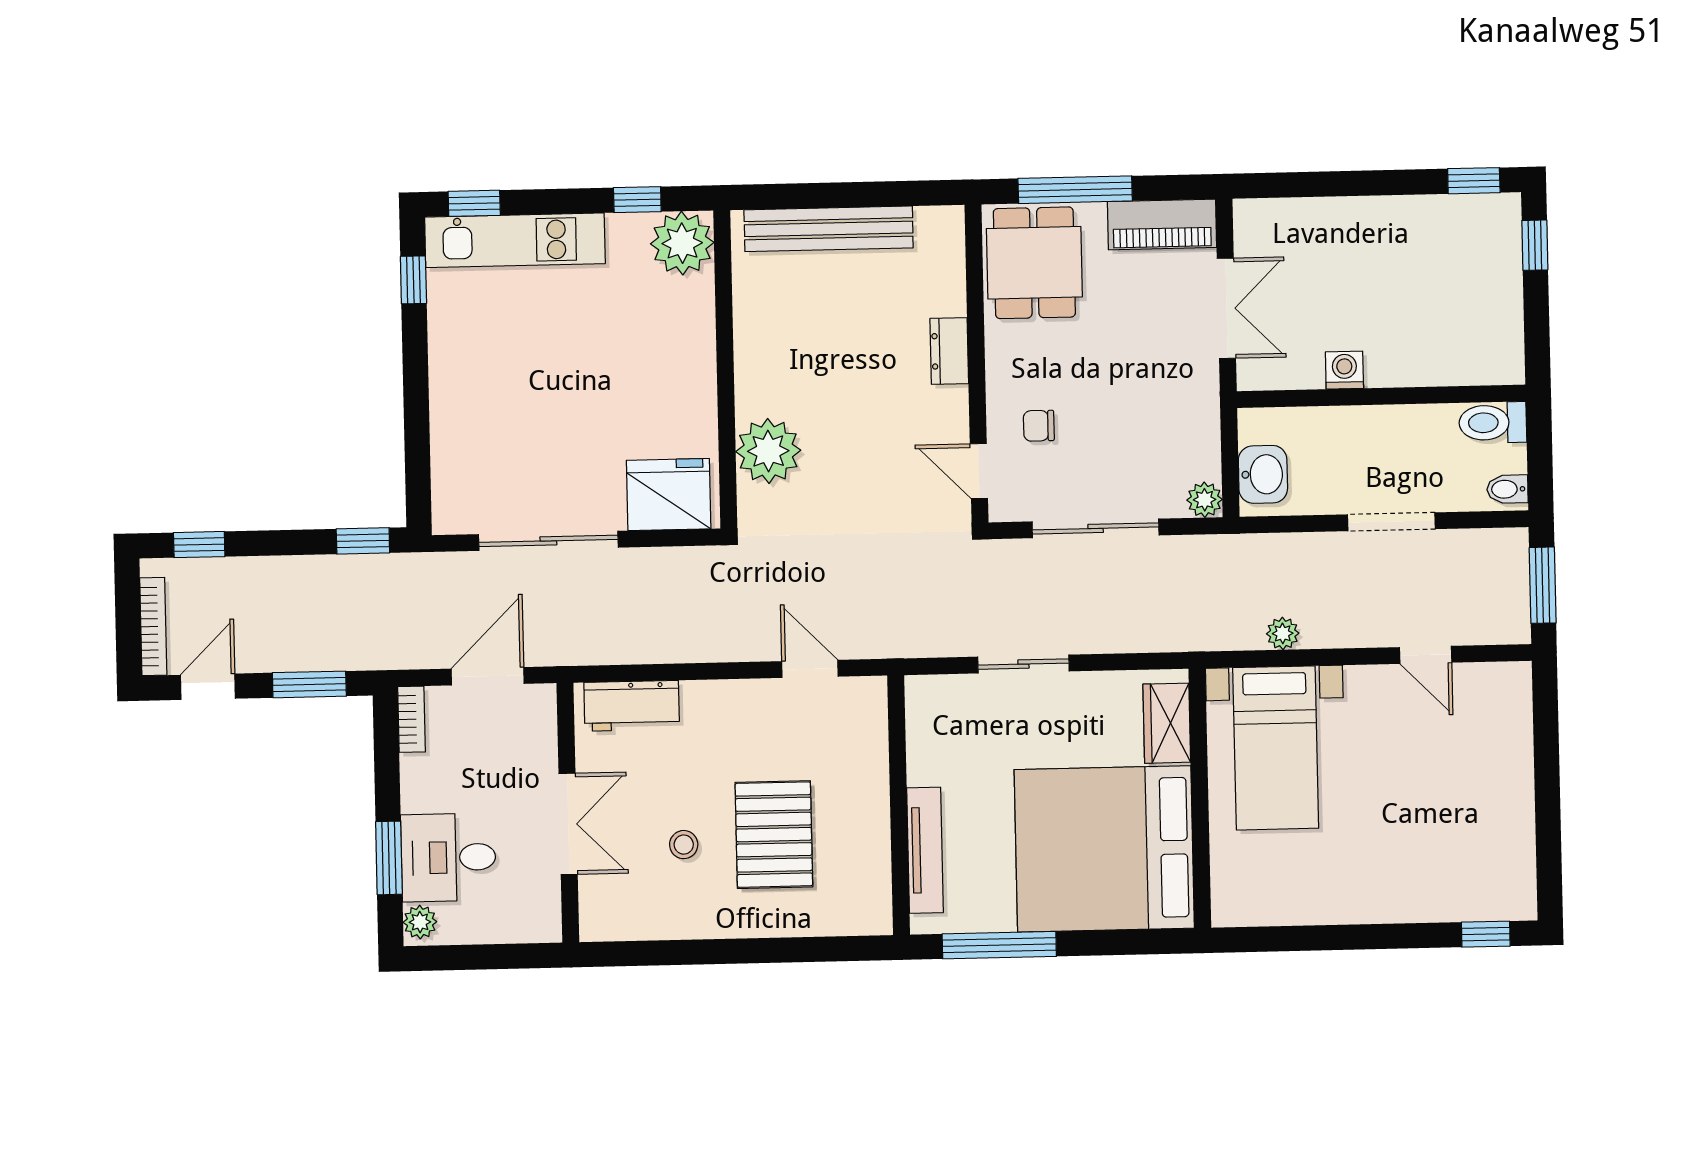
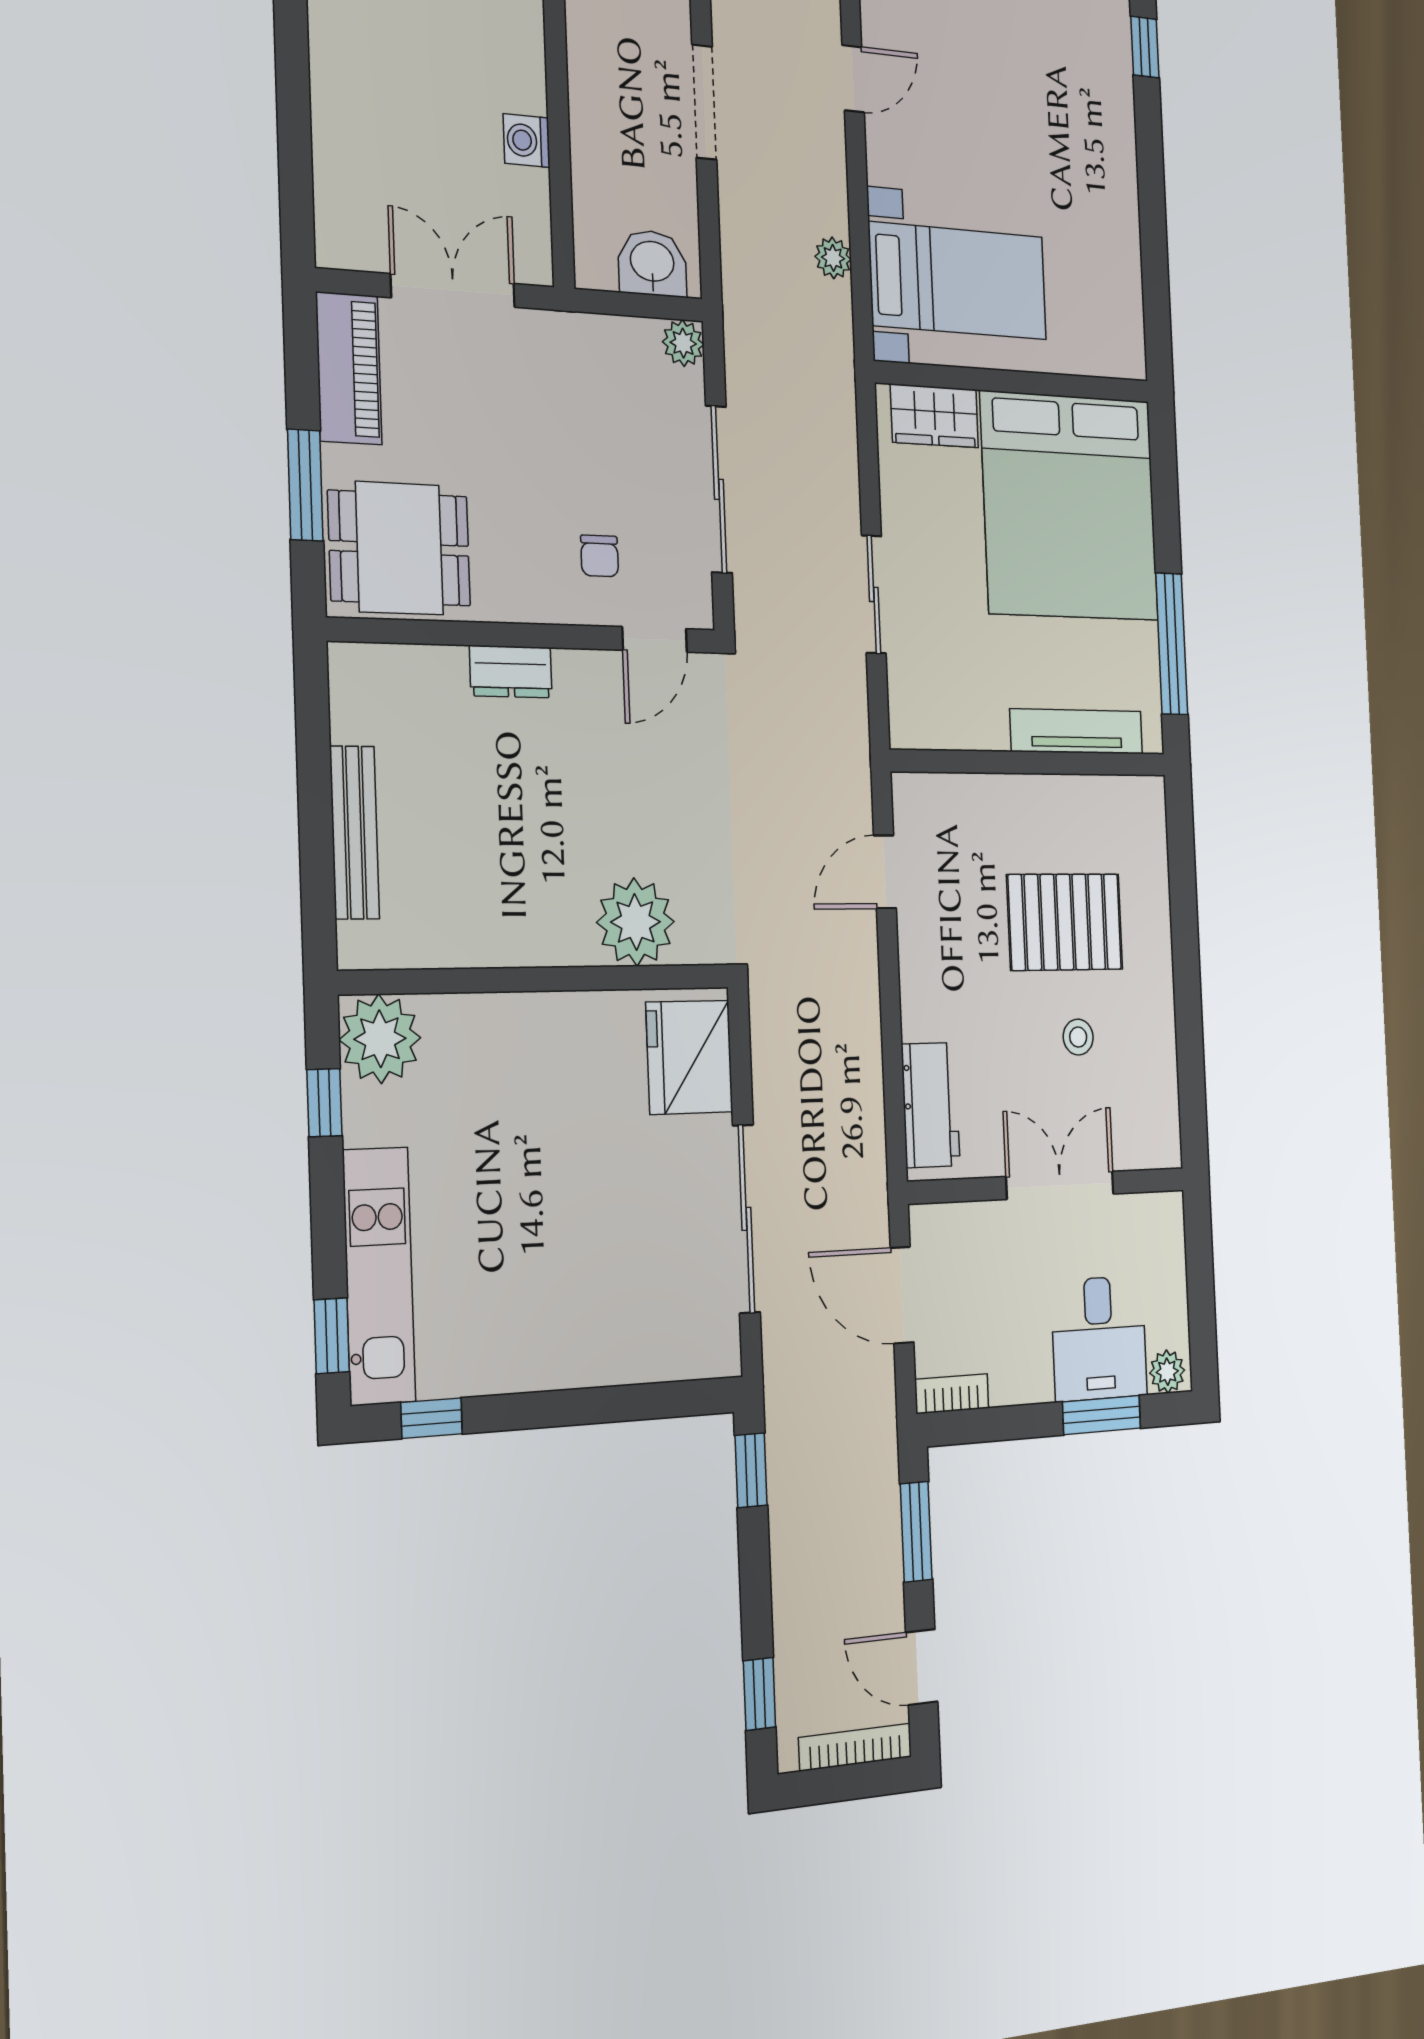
window: (1075, 190) -> (305, 485), width x0.69
bench: (829, 229) -> (355, 833), width x0.73, depth x0.82

